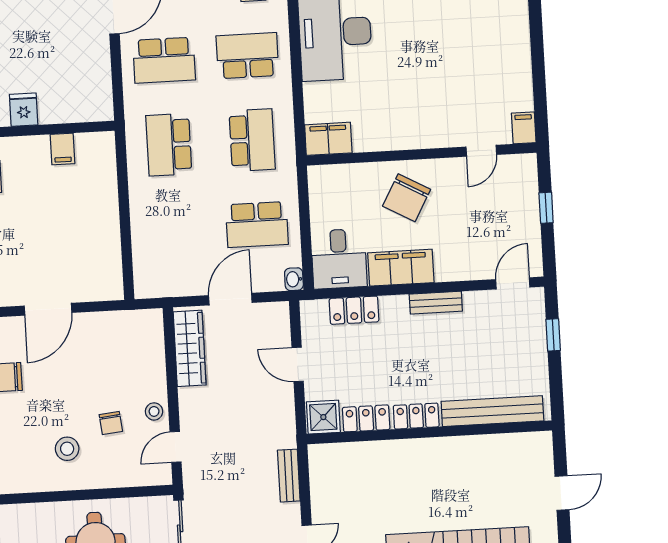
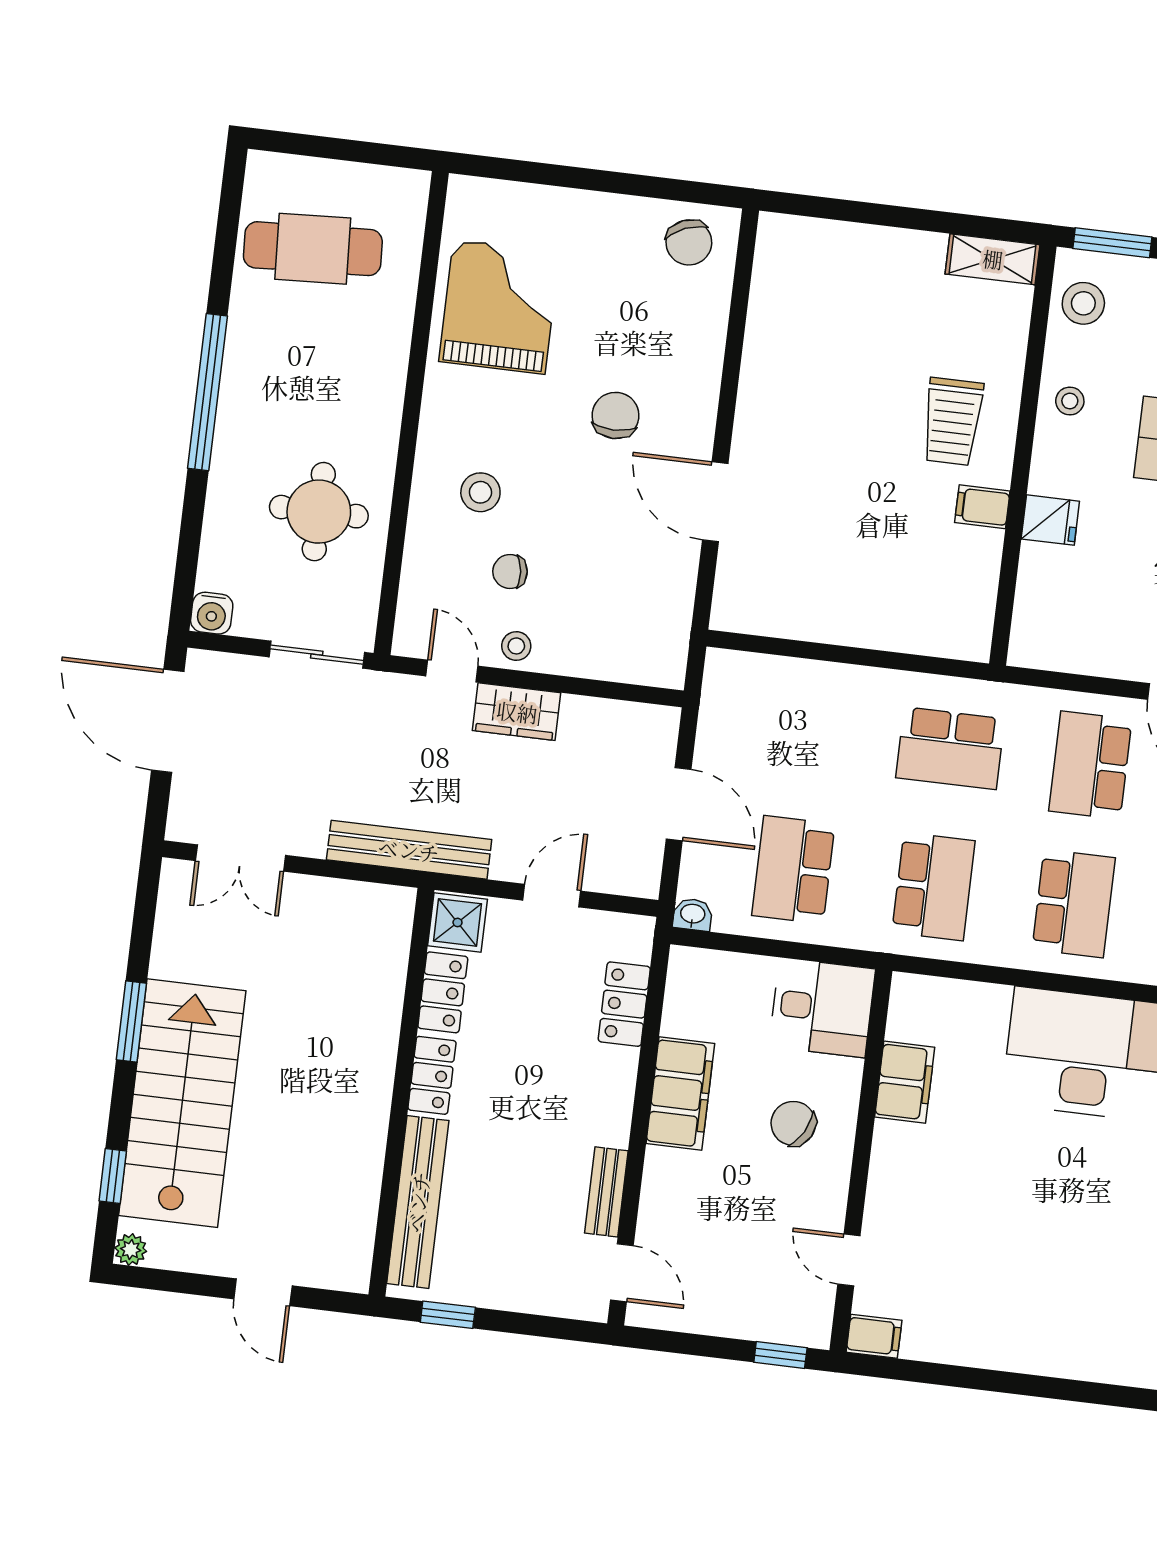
filing cabinet: (328, 139) -> (905, 1082), moved
school desk: (252, 140) -> (933, 887), turned -90
school desk: (169, 145) -> (950, 748), turned 180
filing cabinet: (62, 149) -> (982, 507), moved
chair: (407, 198) -> (793, 1123), width x0.73, depth x0.73
window: (546, 208) -> (780, 1355), moved
desk: (339, 259) -> (822, 1008), moved, turned 180
bench: (436, 303) -> (606, 1192), moved
window: (553, 335) -> (448, 1315), moved
wardrobe: (190, 348) -> (517, 712), moved, width x0.67
bench: (289, 476) -> (409, 850), width x1.86, depth x1.21

